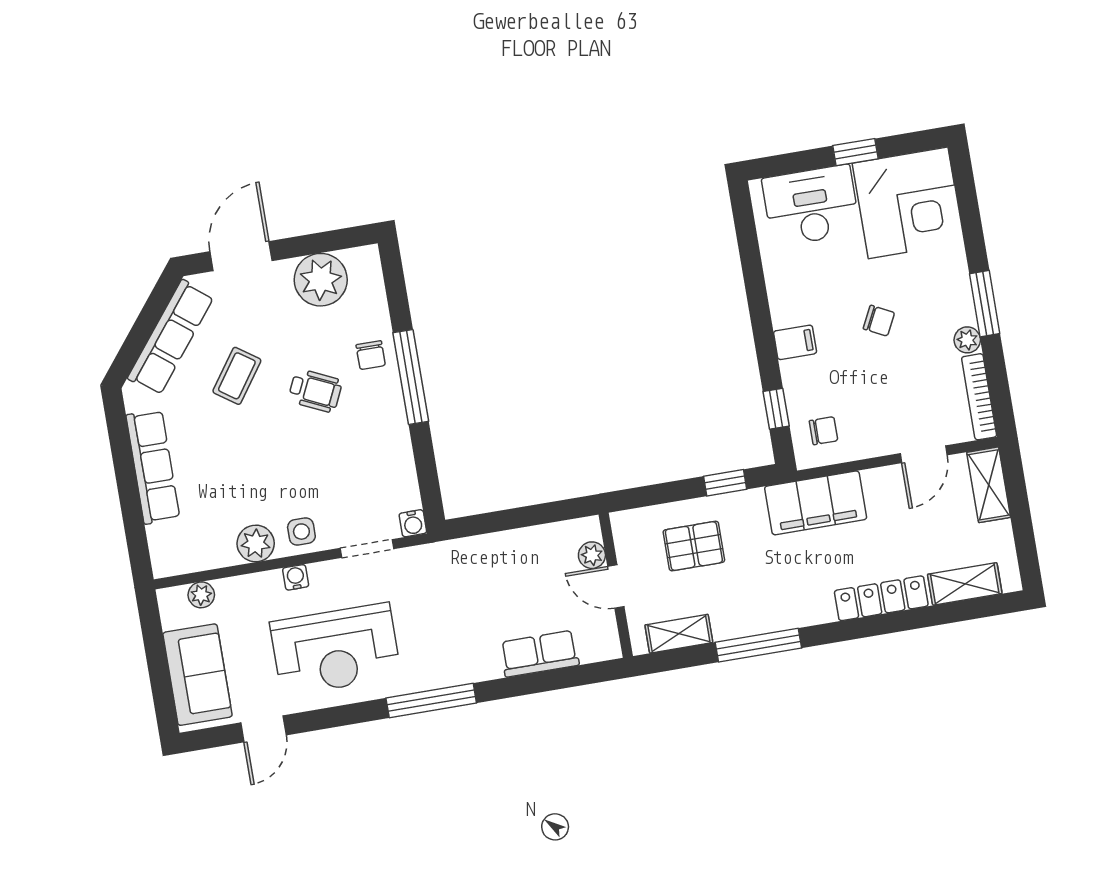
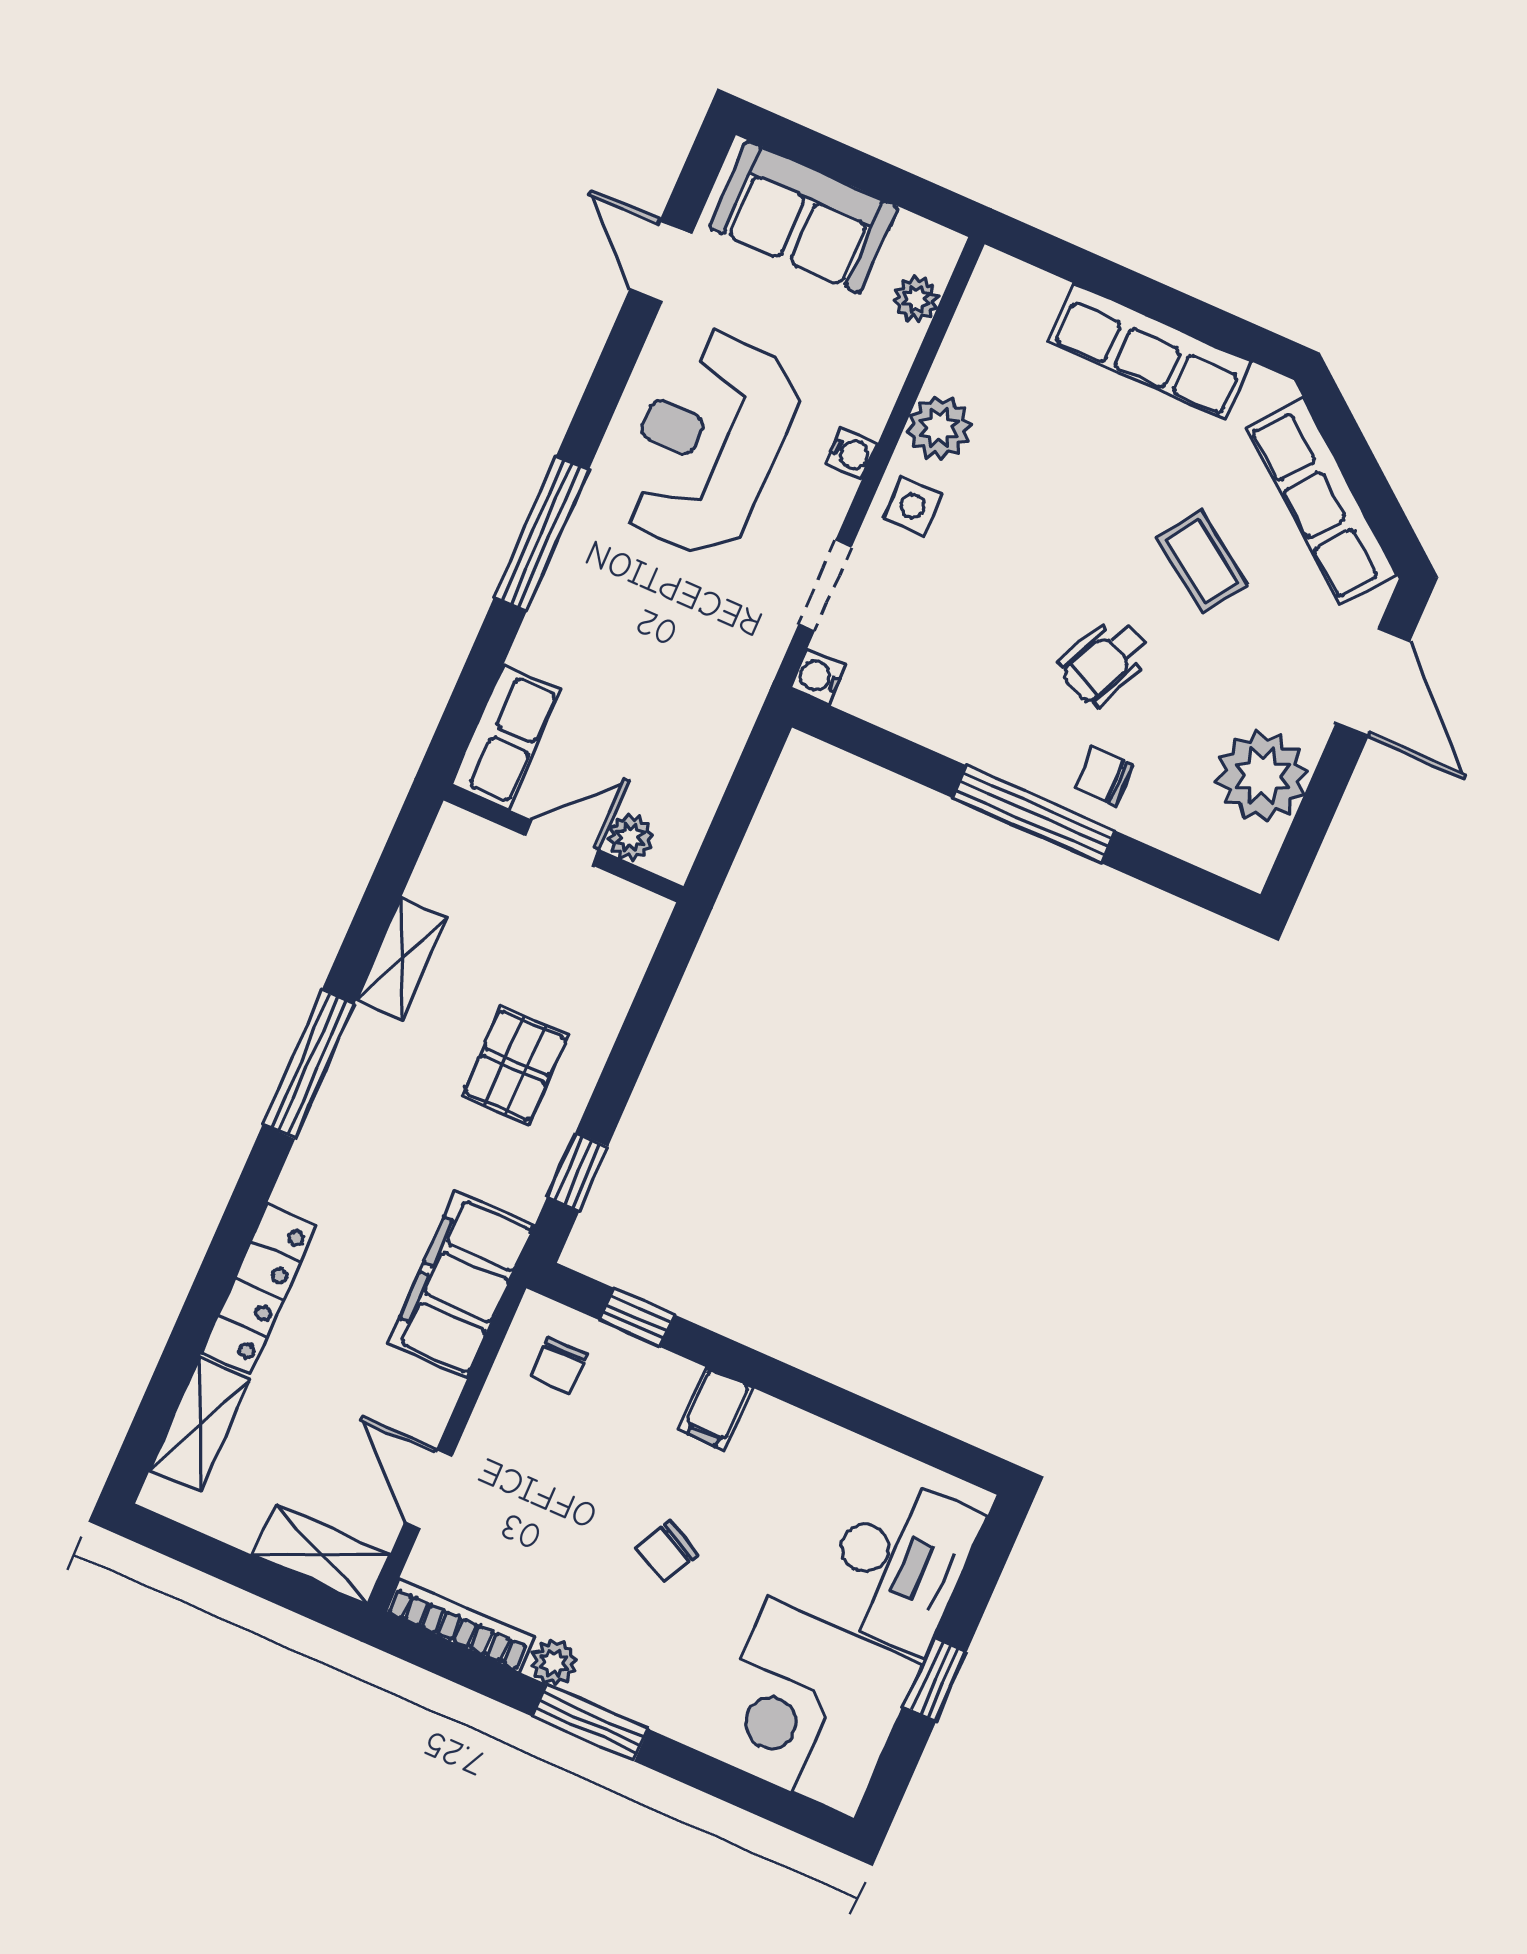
plant: (592, 555) -> (630, 837), moved
wall: (616, 585) -> (564, 843), moved
door: (616, 586) -> (562, 842), moved

